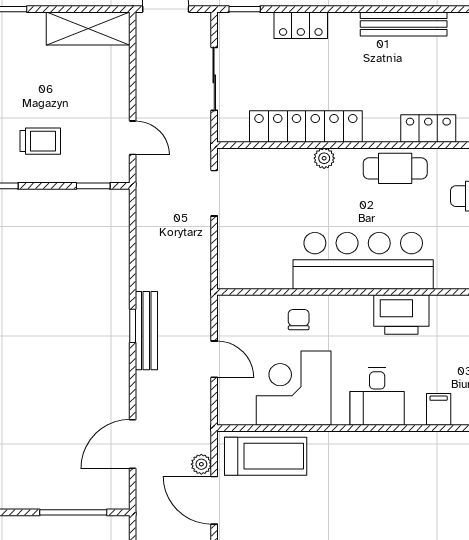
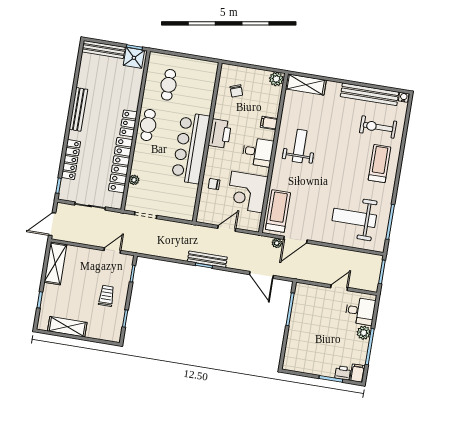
locker: (301, 25) -> (71, 160), width x1.53
locker: (428, 129) -> (128, 123), moved
plant: (324, 158) -> (134, 180), moved
weight bench: (403, 478) -> (300, 146), added

